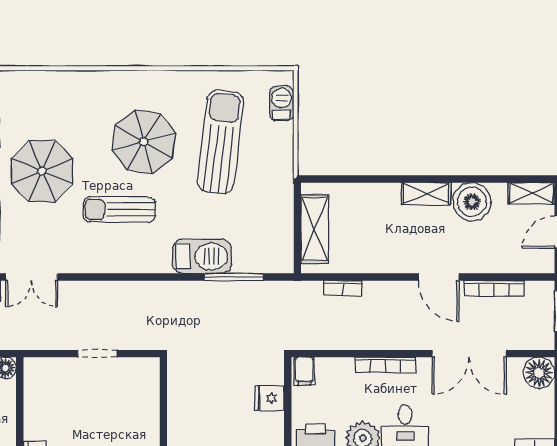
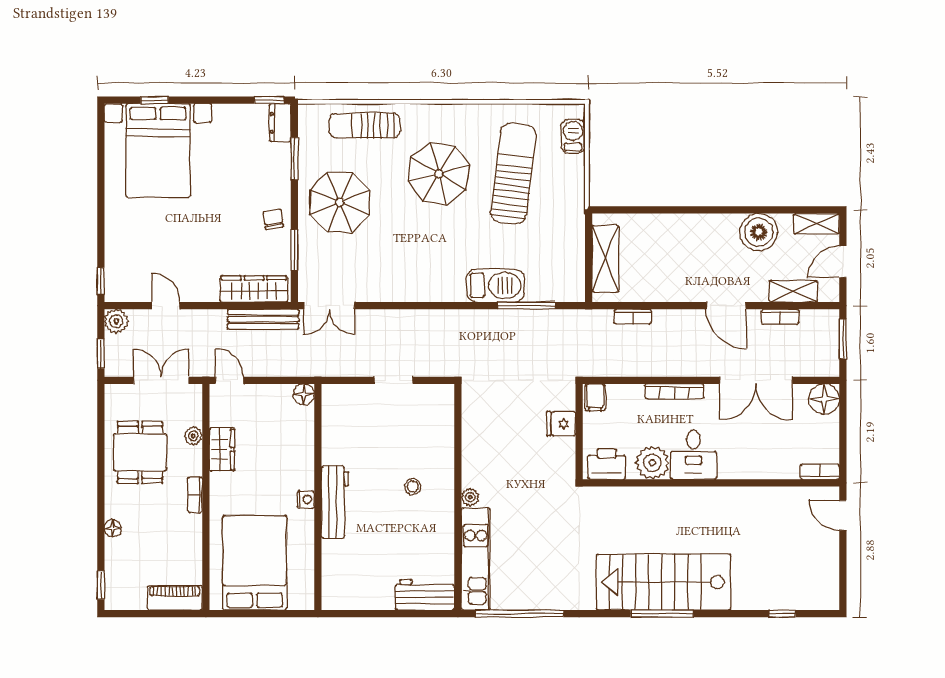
shelving: (426, 194) -> (793, 291), moved
sun lounger: (119, 209) -> (365, 125), moved
bookcase: (494, 288) -> (780, 317), width x0.64

